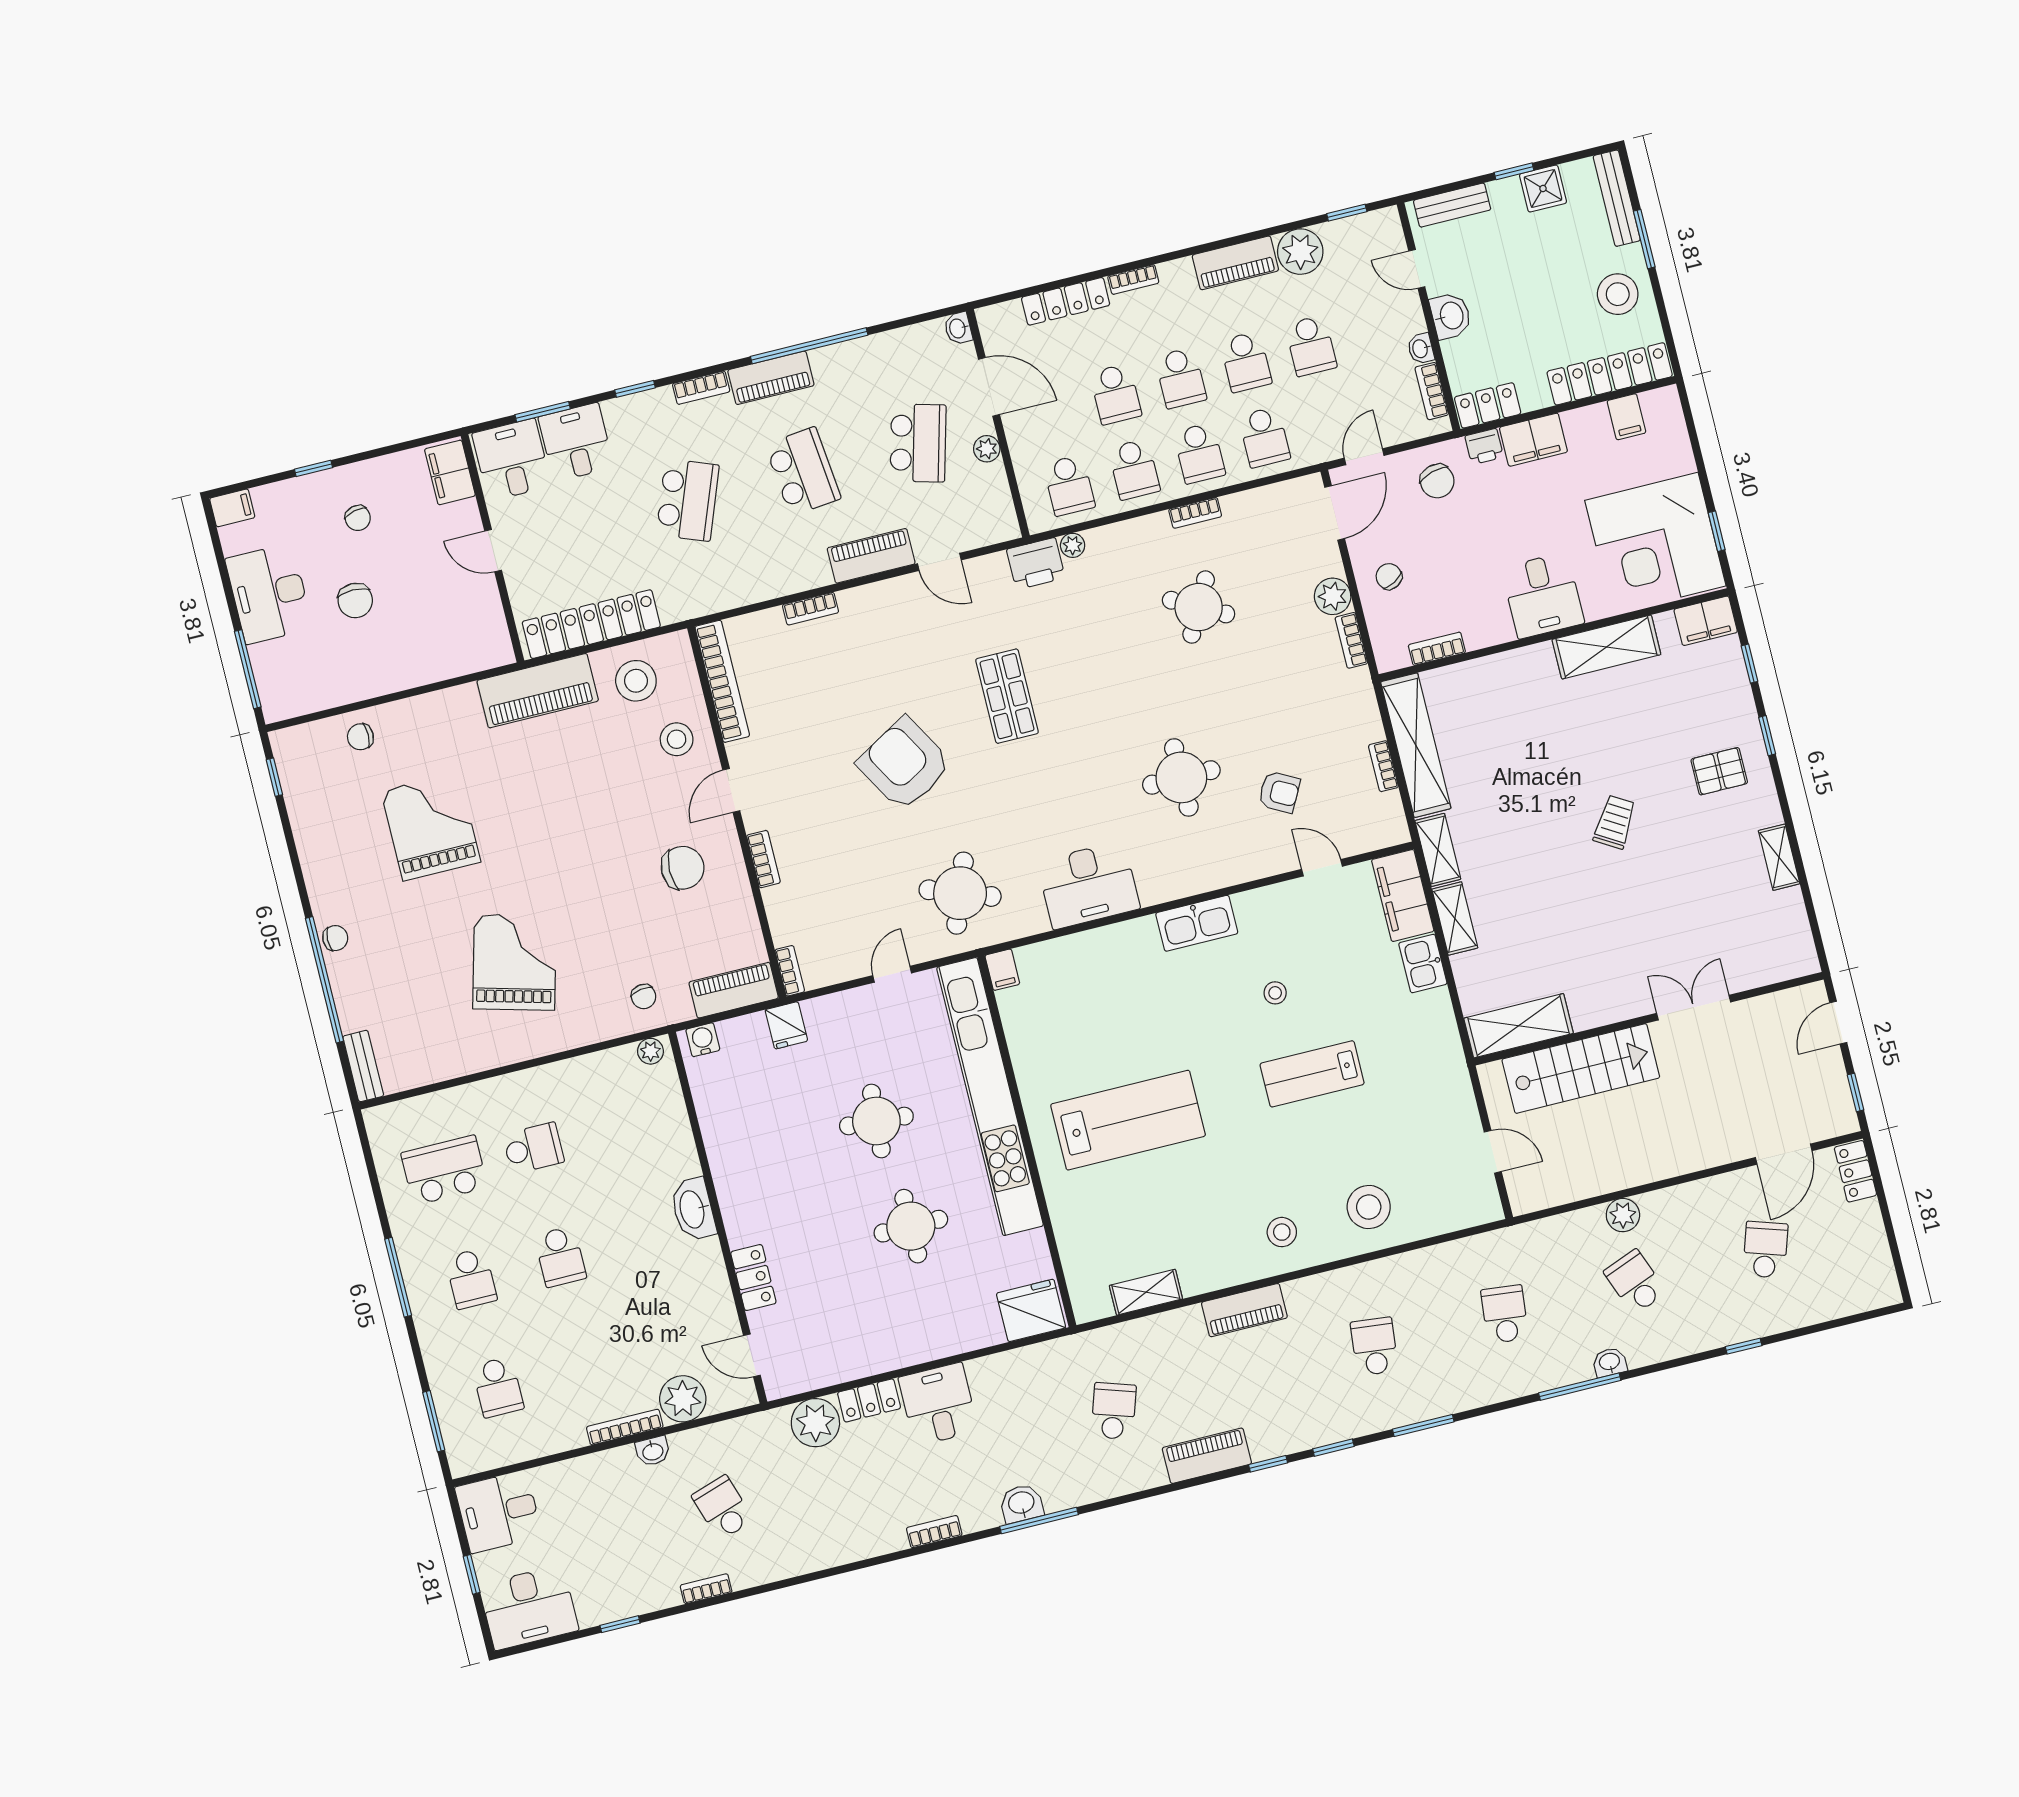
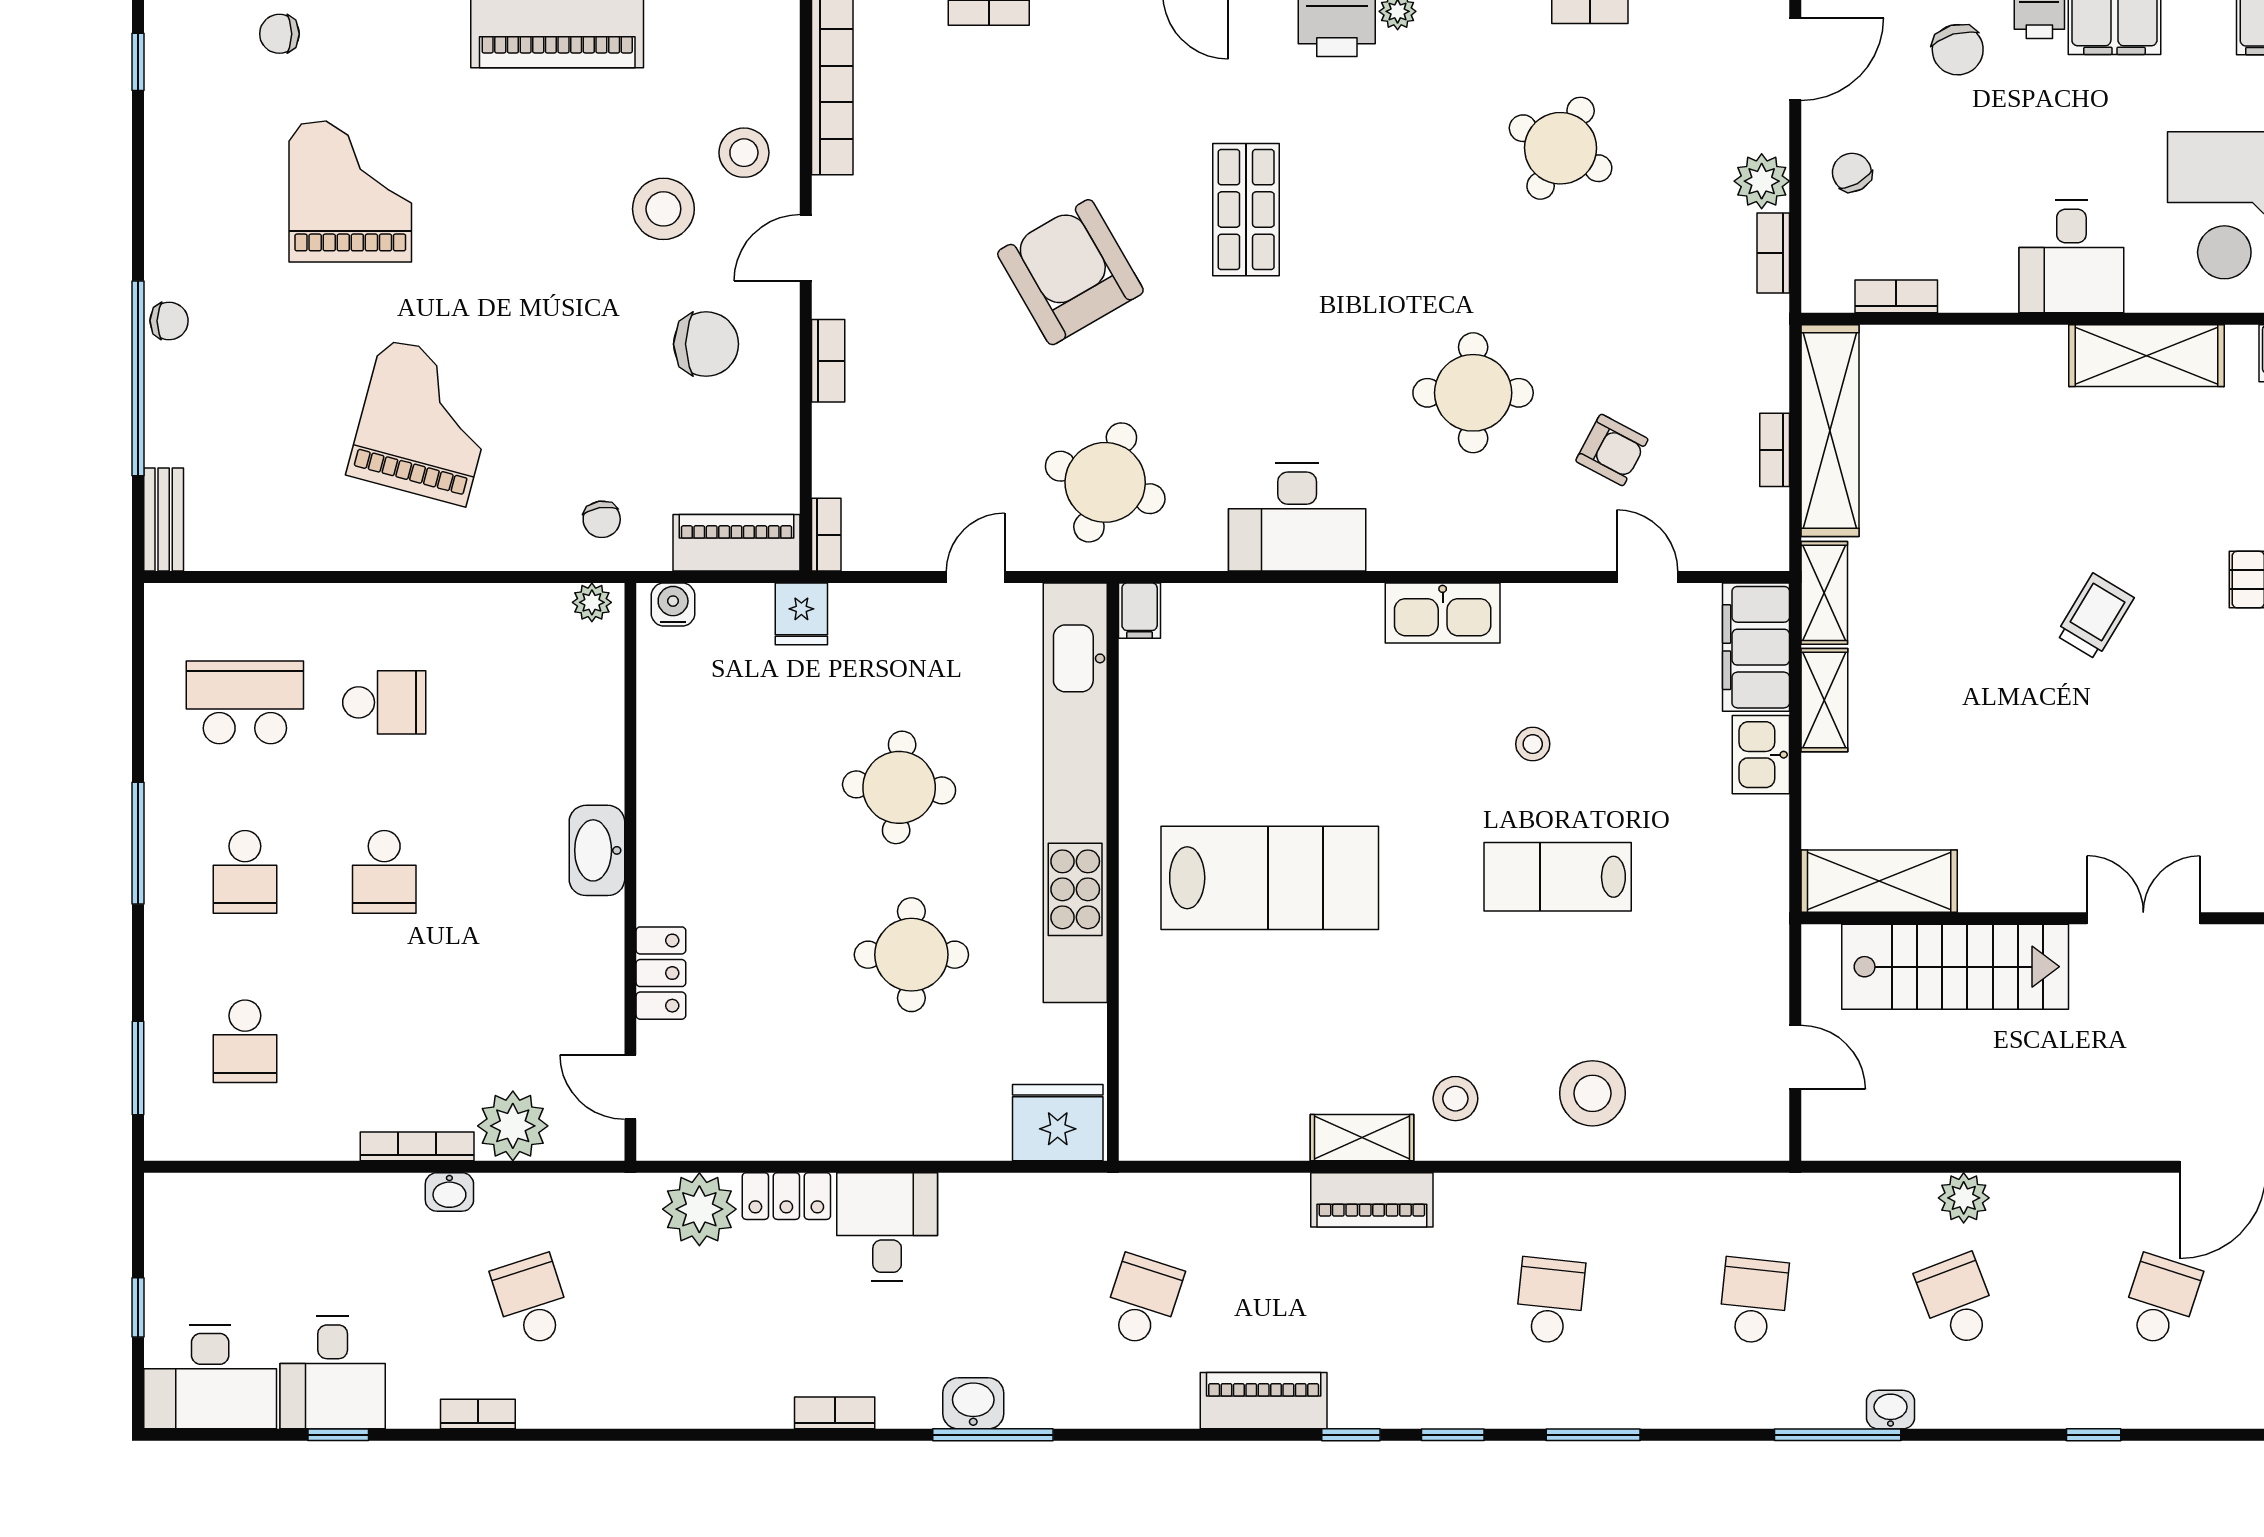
stool: (636, 681) -> (663, 209), moved
shelving: (1146, 1292) -> (1362, 1138), moved
desk: (499, 1512) -> (333, 1372), moved, turned -90

